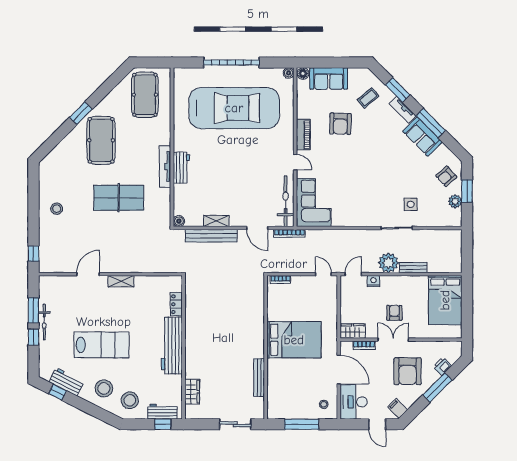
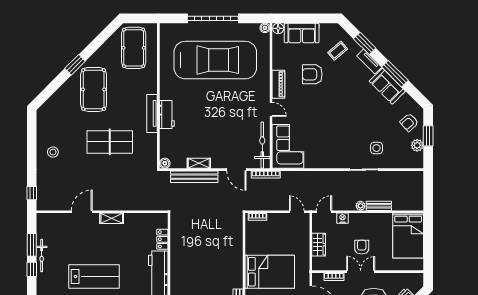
armchair: (340, 124) -> (312, 74), turned 88
plant: (388, 263) -> (360, 206), width x0.53, depth x0.53
wardrobe: (353, 331) -> (319, 245), moved, turned 90

